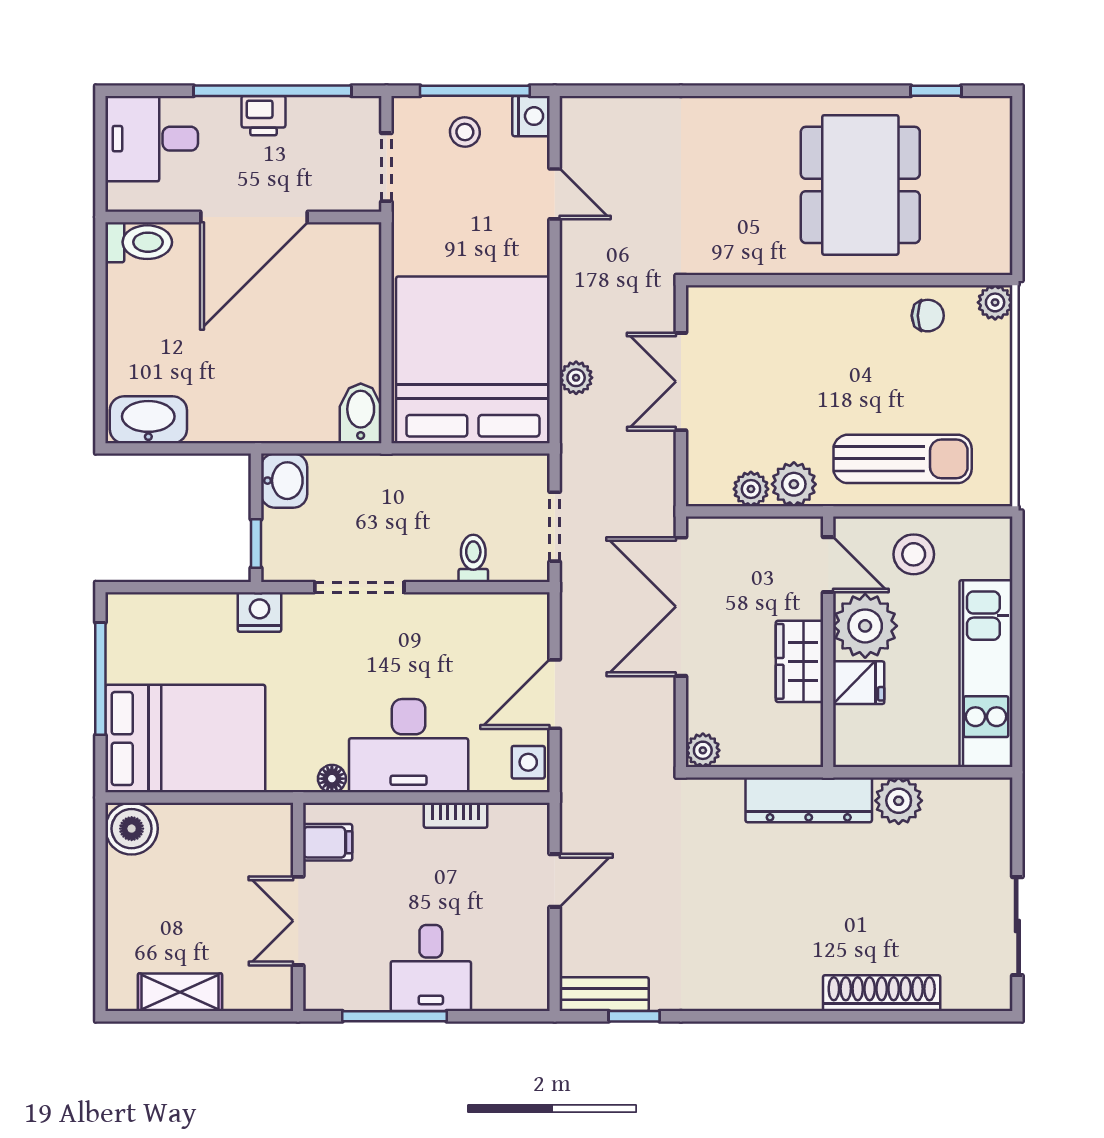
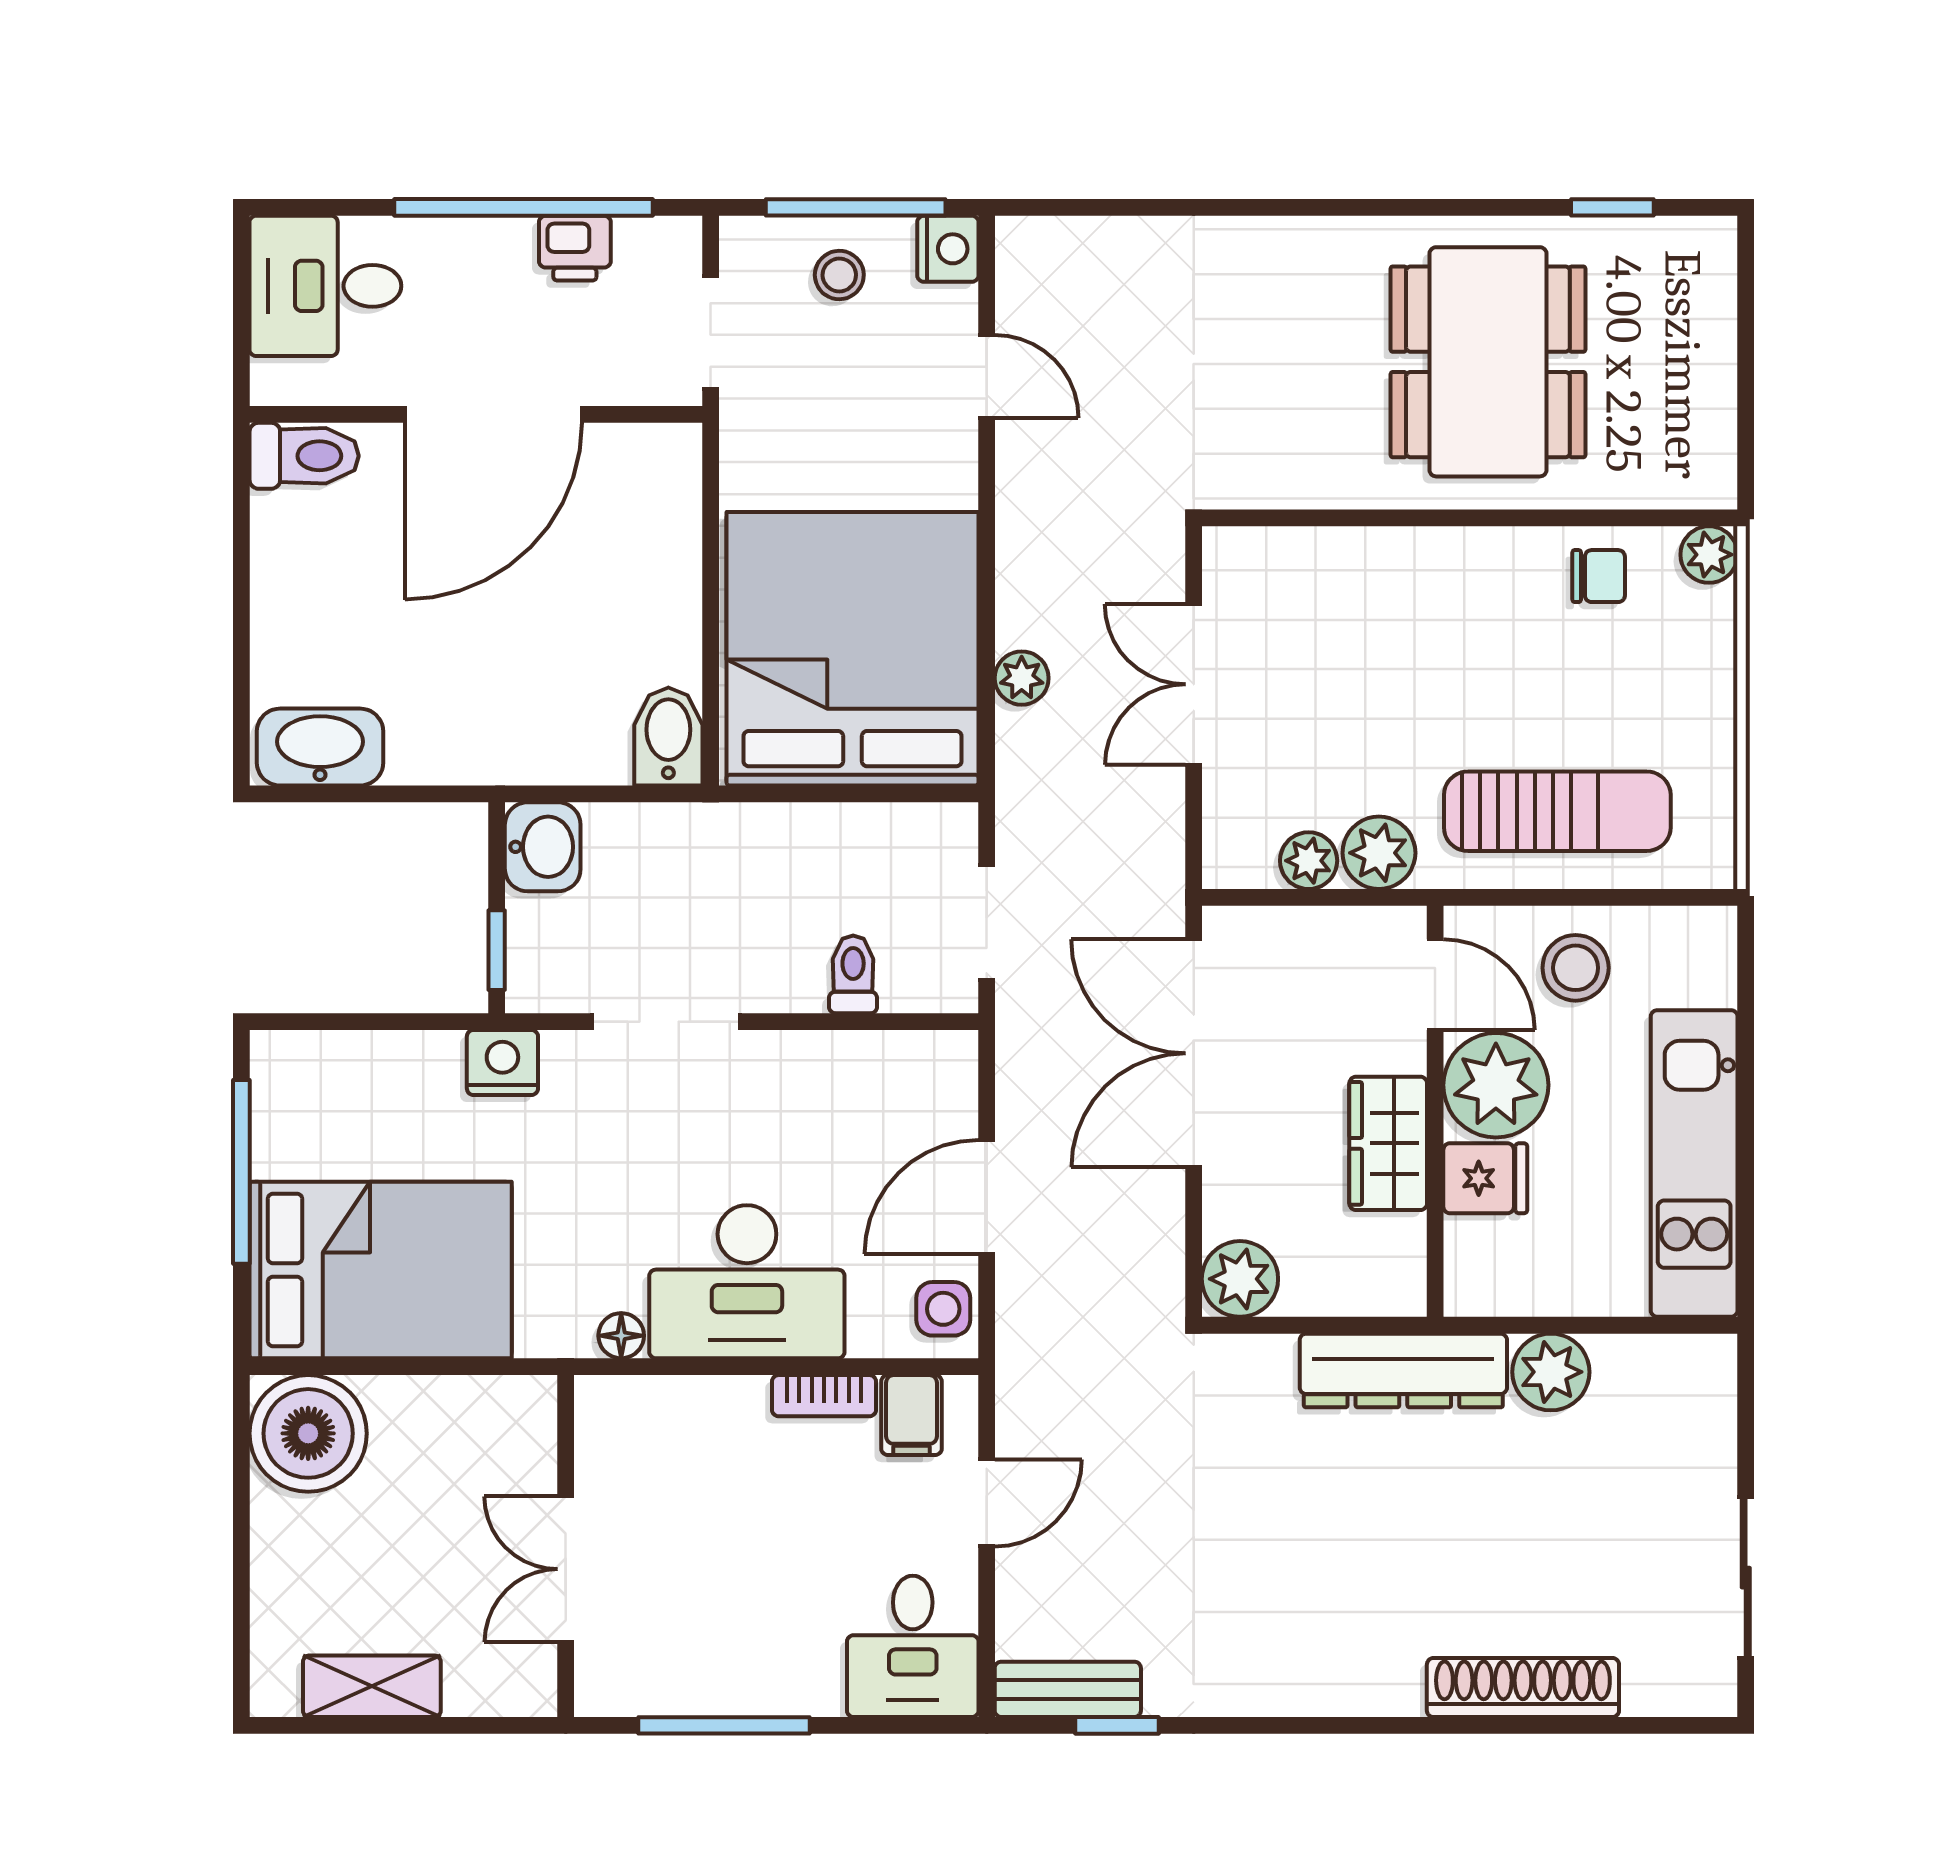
printer: (264, 116) -> (575, 248), moved
plant: (703, 750) -> (1240, 1279), width x1.38, depth x1.38
boiler: (132, 829) -> (308, 1433), width x1.37, depth x1.37
filing cabinet: (328, 842) -> (911, 1415), moved, turned 90
desk: (431, 968) -> (913, 1646), moved

